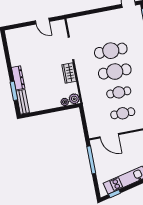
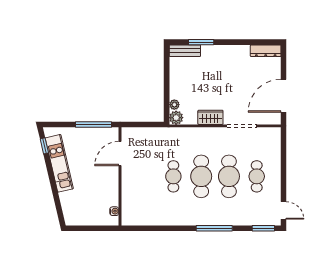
door: (42, 21) -> (284, 96), width x1.88
dresser: (18, 78) -> (266, 51), moved
cafe table: (123, 113) -> (257, 176), moved

